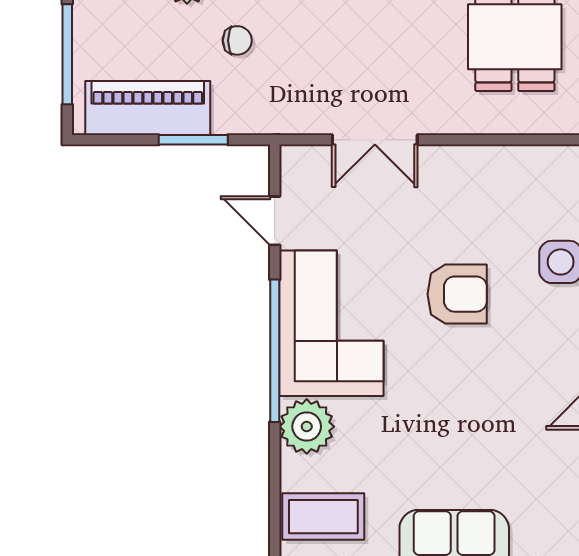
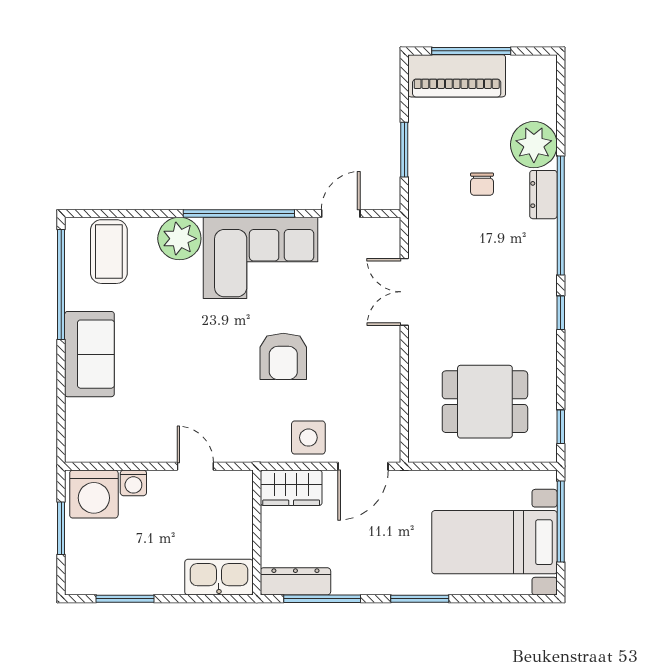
piano: (148, 108) -> (457, 76), moved, turned 90

